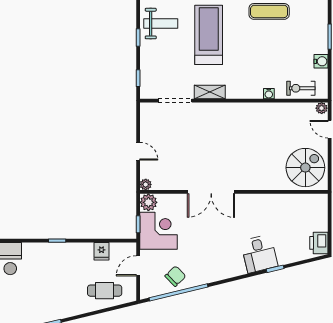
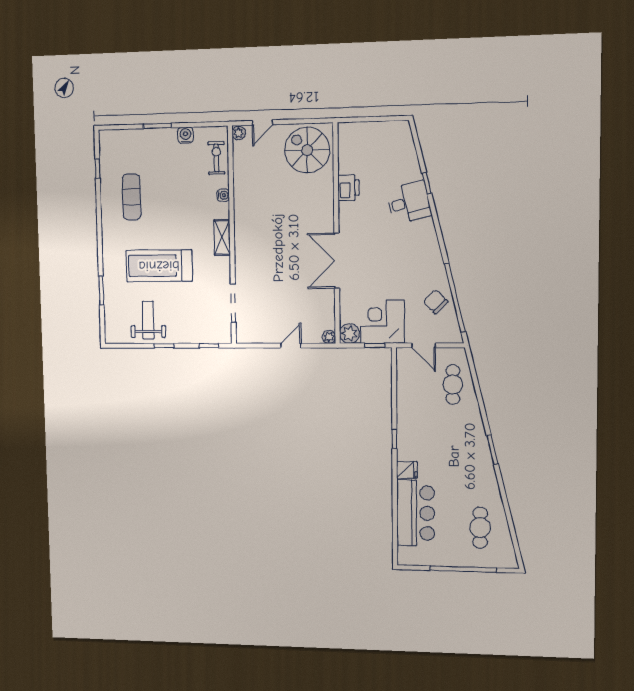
exercise bike: (301, 88) -> (216, 158), turned 180
shelving: (210, 92) -> (222, 237), moved
double door: (211, 192) -> (337, 261), swing flipped
printer: (319, 243) -> (349, 188), moved, turned -90
fridge: (101, 251) -> (407, 470), moved

